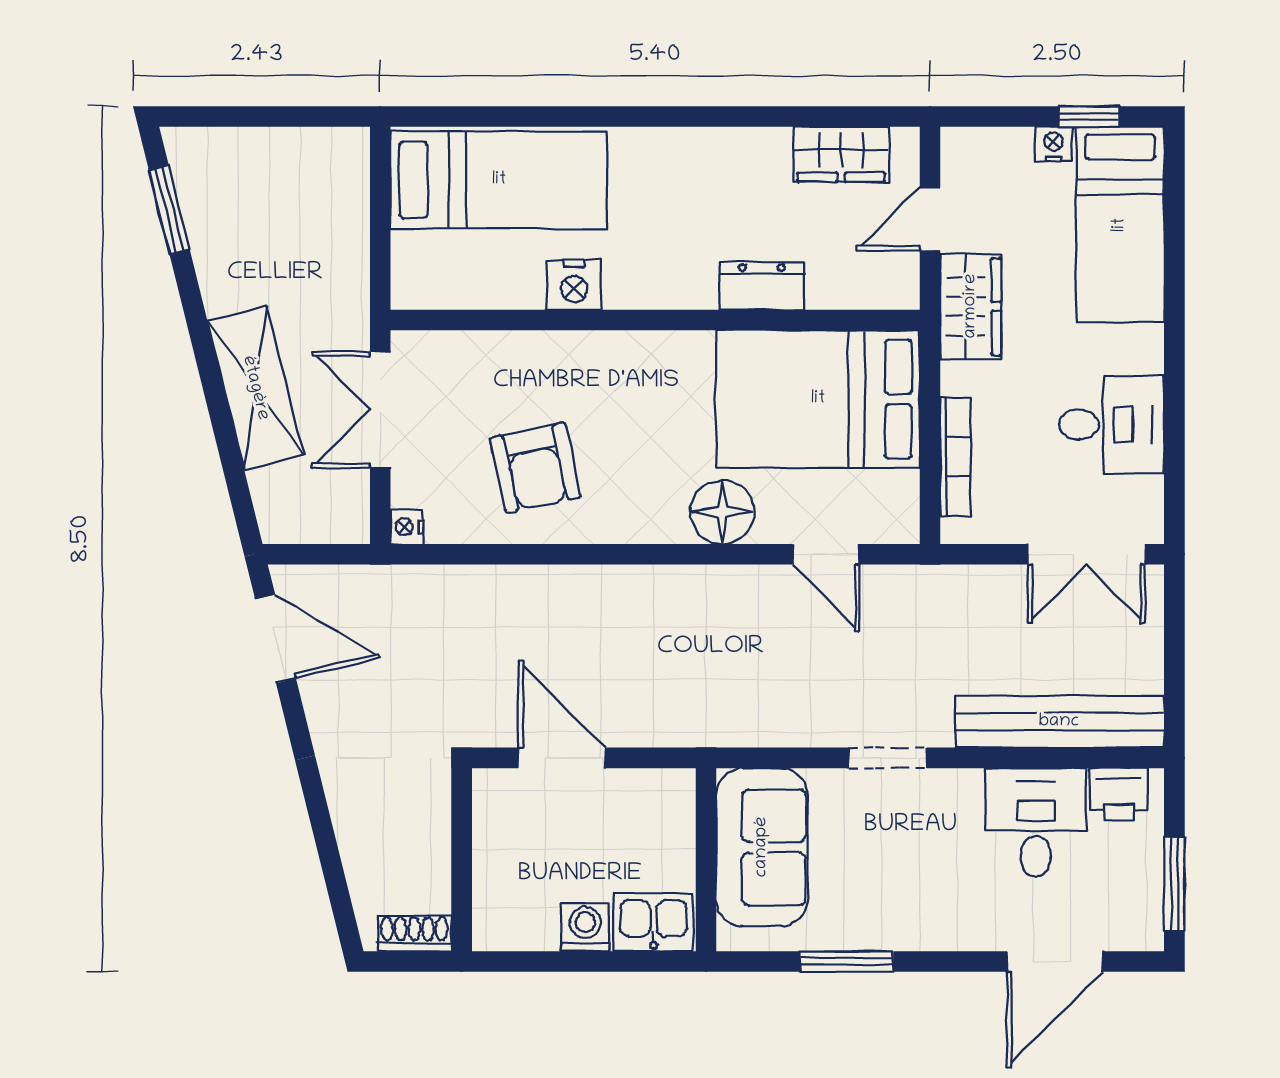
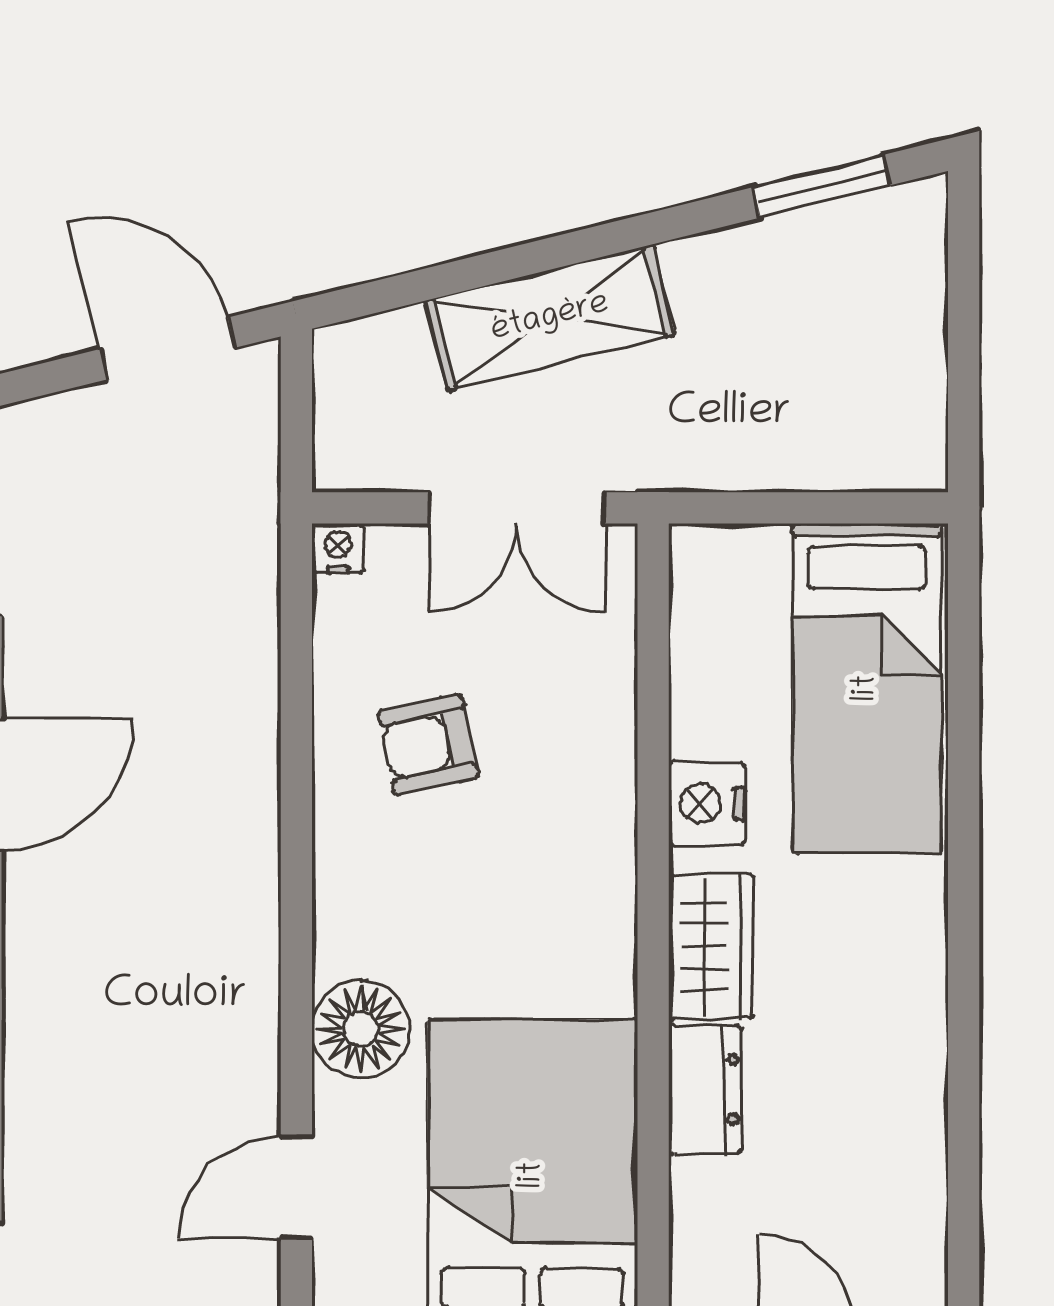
wardrobe: (841, 154) -> (711, 946), moved, turned 180
double door: (380, 410) -> (517, 508), swing flipped
armchair: (535, 468) -> (428, 744), width x0.72, depth x0.72
door: (276, 639) -> (167, 348), swing flipped

